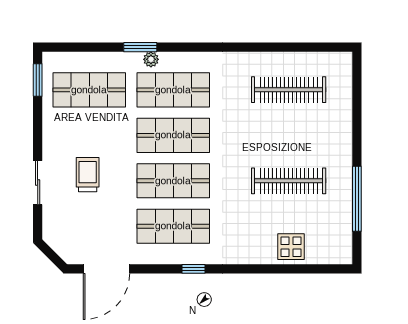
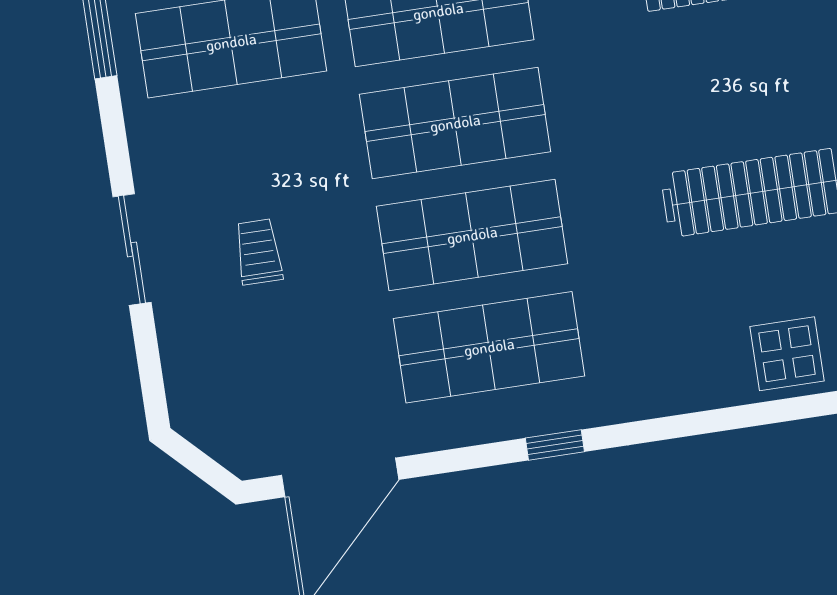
trolley: (88, 175) -> (258, 252), width x0.73, depth x0.72
sliding door: (38, 183) -> (132, 249), moved

